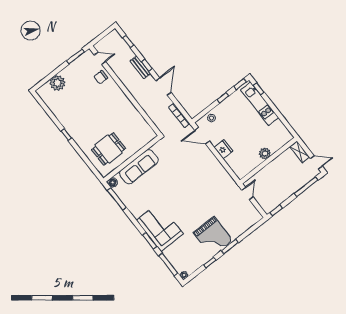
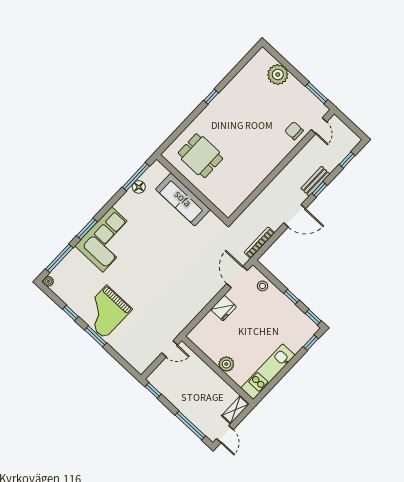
kitchen unit: (260, 104) -> (268, 372), moved
floor lamp: (113, 183) -> (139, 187), moved

